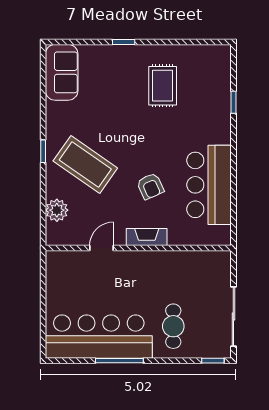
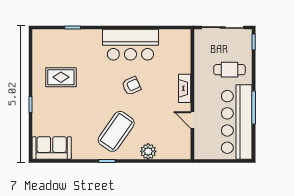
fireplace: (147, 237) -> (185, 88), moved
door: (102, 248) -> (192, 120), moved
wall: (138, 248) -> (192, 94), moved

